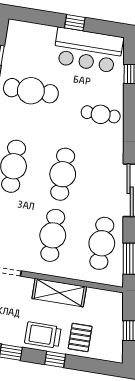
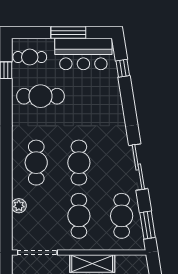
window: (75, 23) -> (68, 32), width x2.17
cafe table: (101, 114) -> (30, 57), moved

